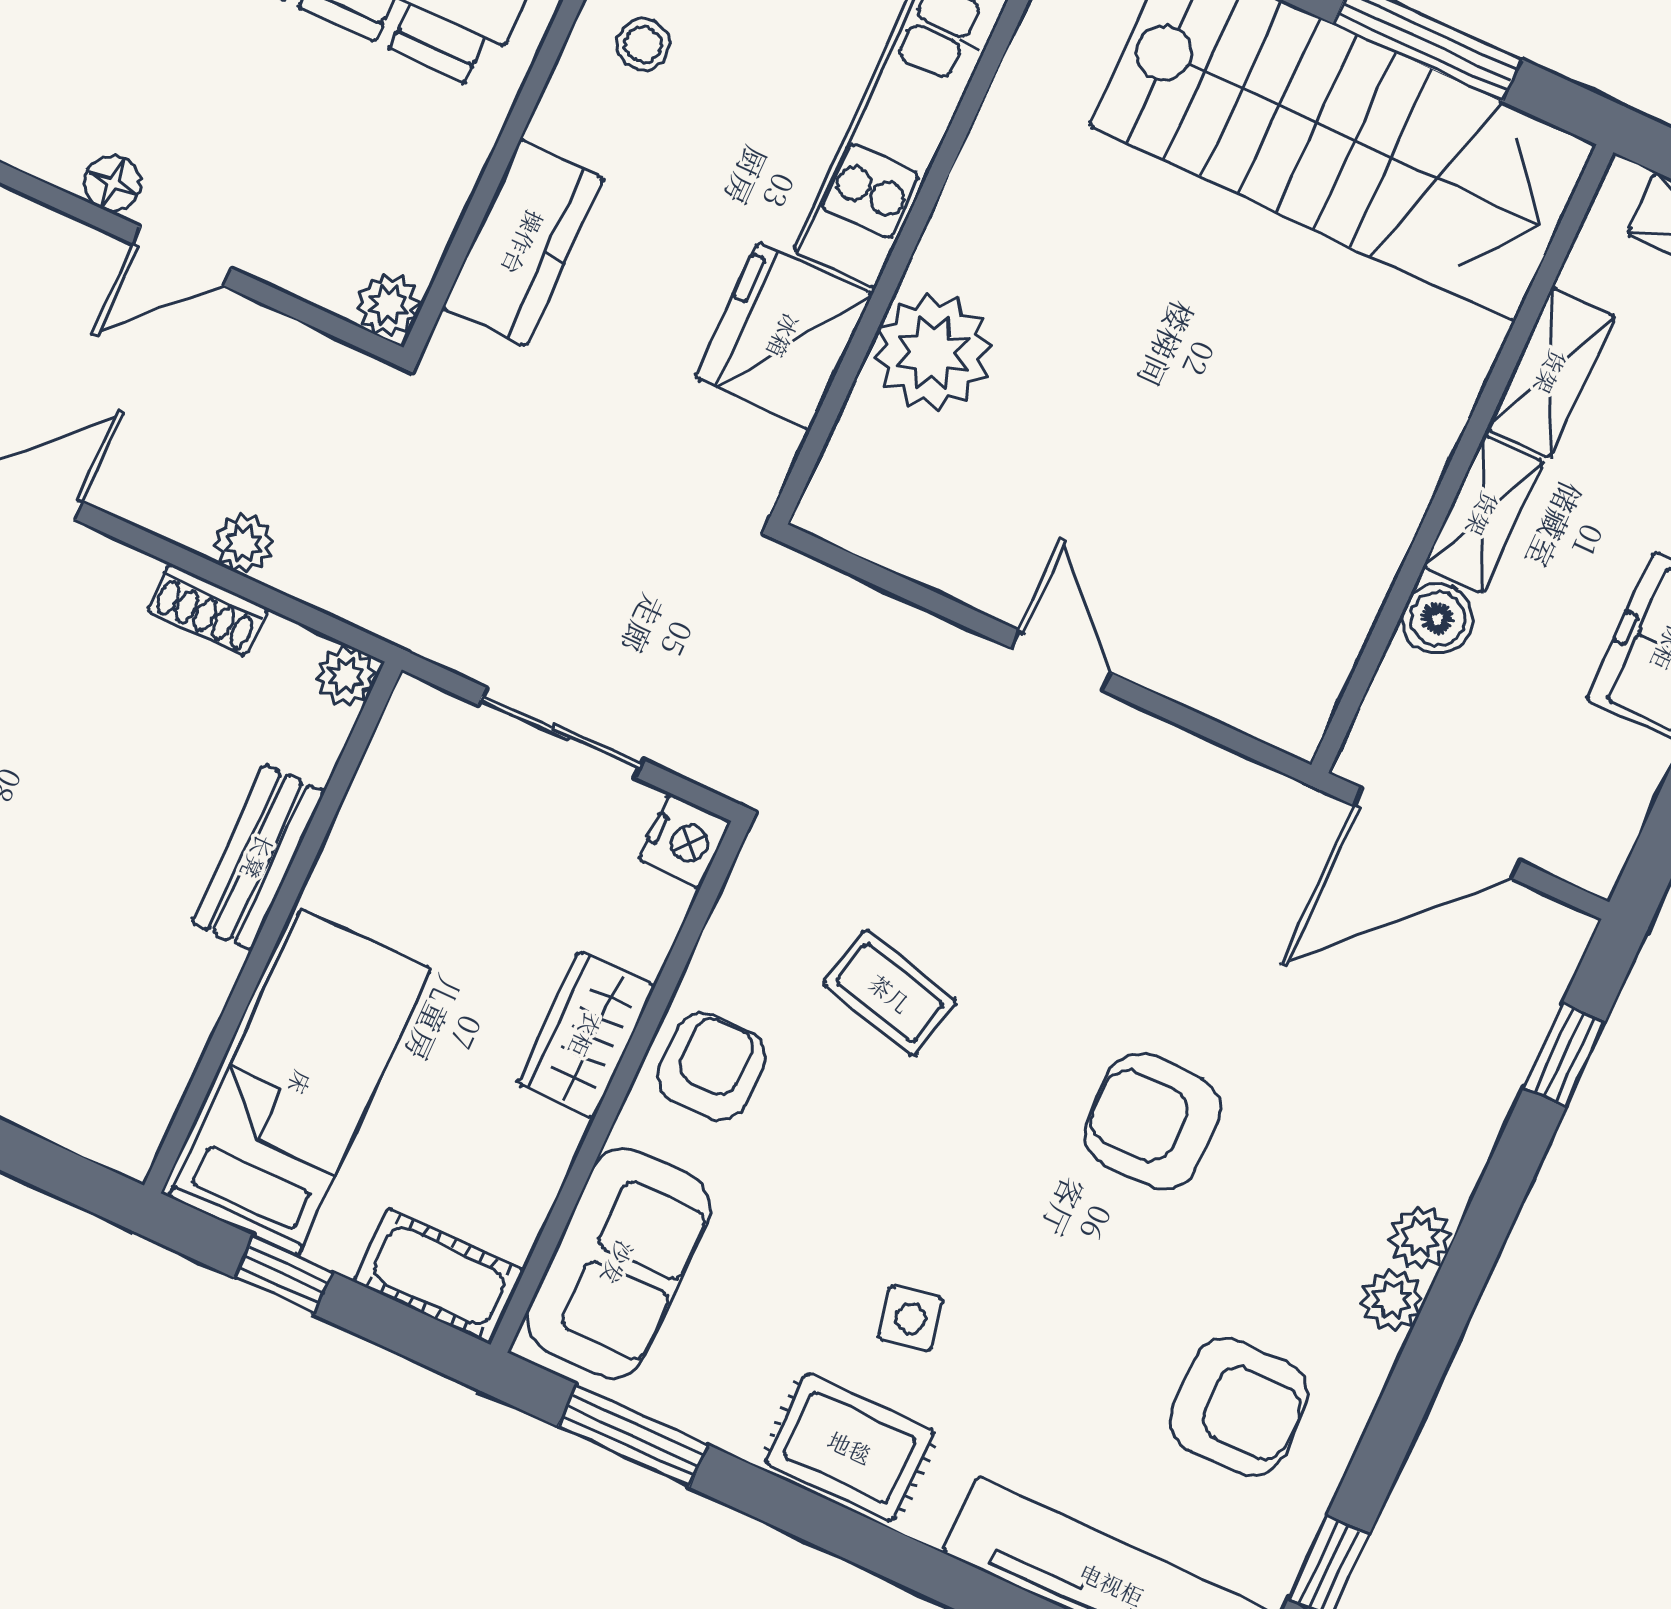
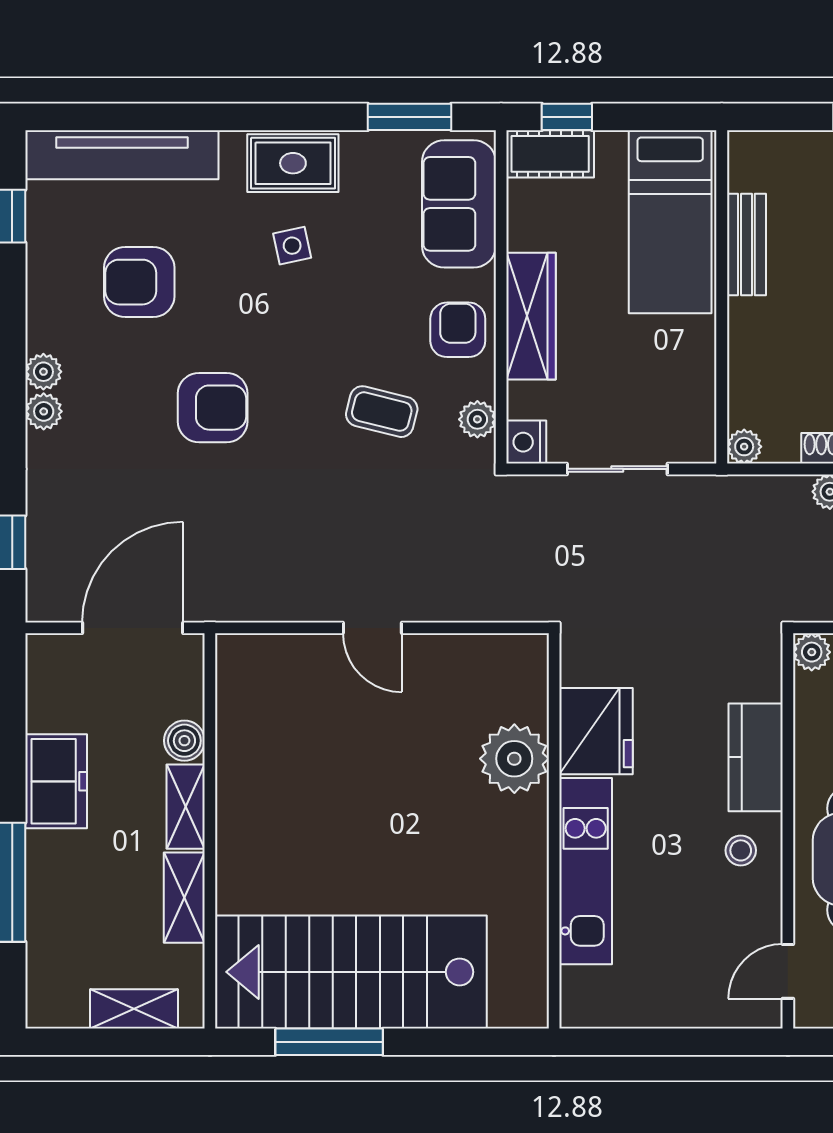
kitchen counter: (523, 243) -> (756, 757), moved
bench: (258, 857) -> (746, 245), moved
plant: (745, 912) -> (477, 419), added
wardrobe: (586, 1035) -> (531, 316), width x1.50
armchair: (711, 1066) -> (458, 330), turned 180
window: (284, 1275) -> (567, 117), moved
armchair: (1239, 1407) -> (139, 282), moved

